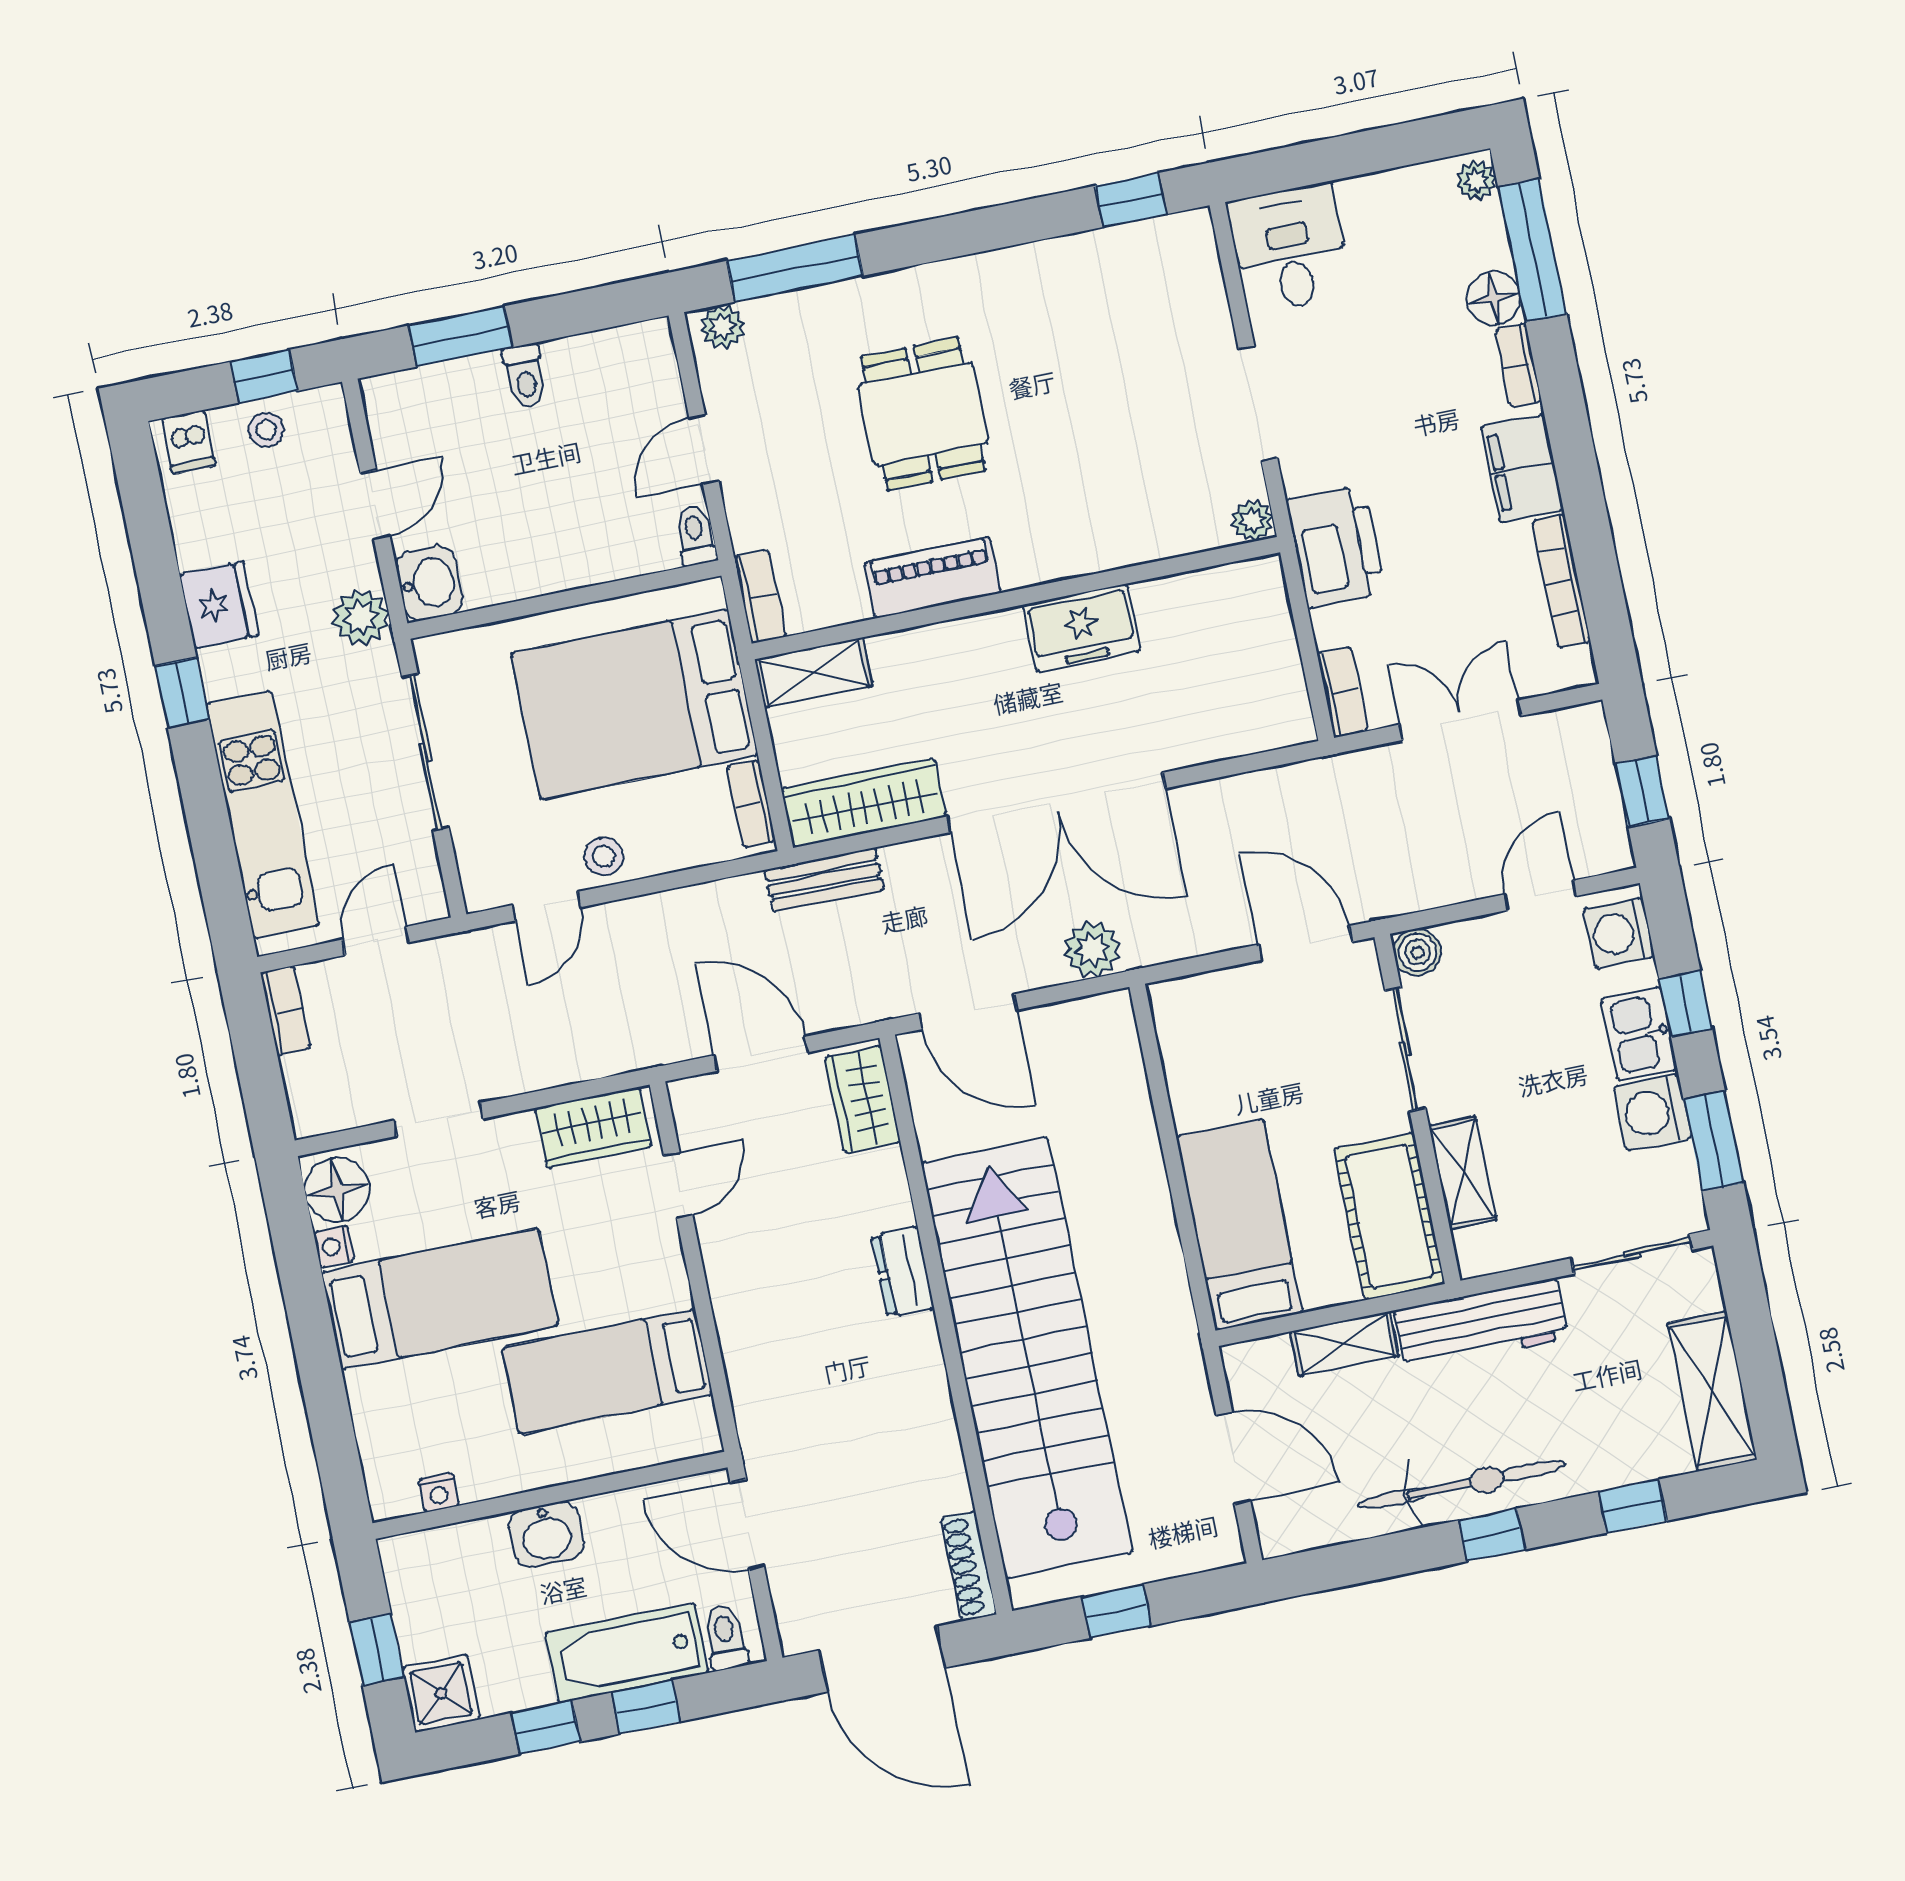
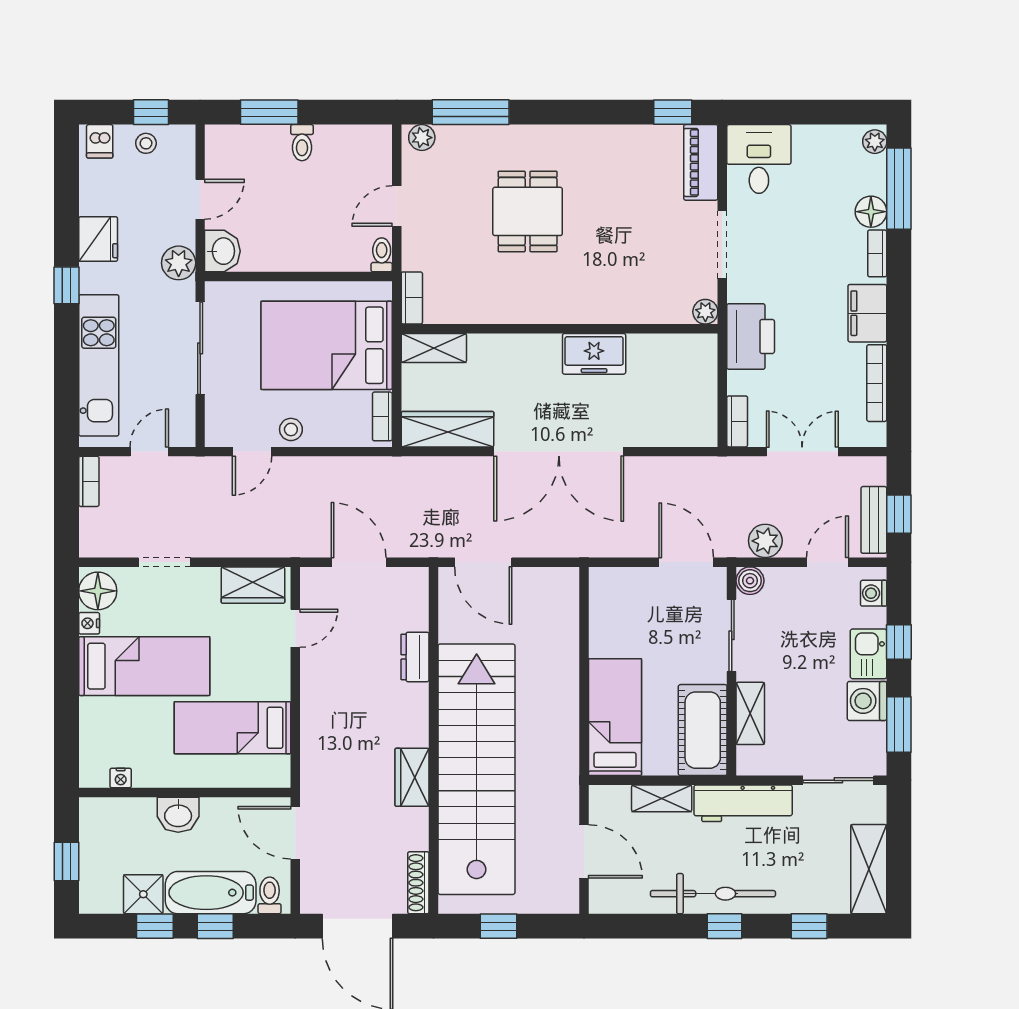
piano: (933, 578) -> (701, 162), moved, turned -90
bench: (824, 880) -> (874, 520), moved, turned 90
washing machine: (1619, 933) -> (874, 593), width x0.73, depth x0.73
plant: (1092, 950) -> (765, 541), moved
wardrobe: (863, 1099) -> (412, 777), moved
dresser: (903, 1272) -> (415, 657), moved
shower: (441, 1693) -> (143, 894), moved

